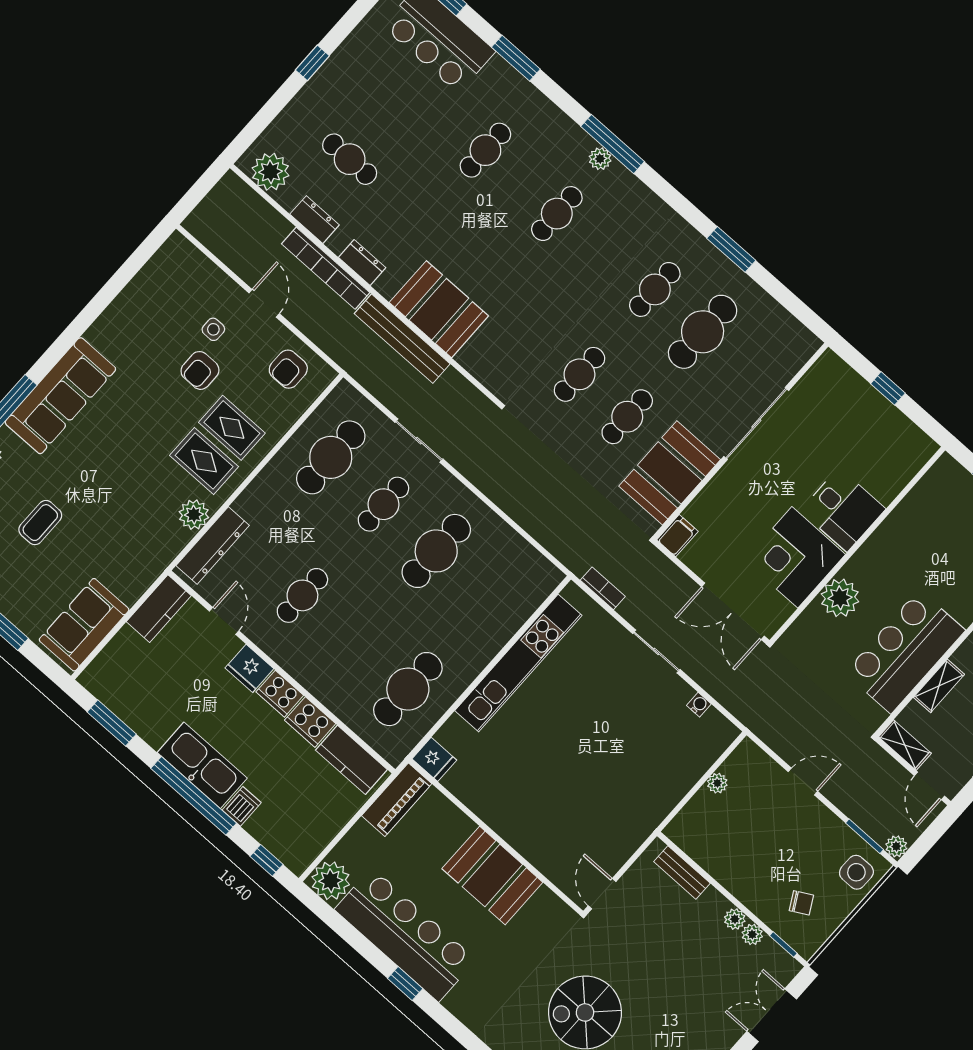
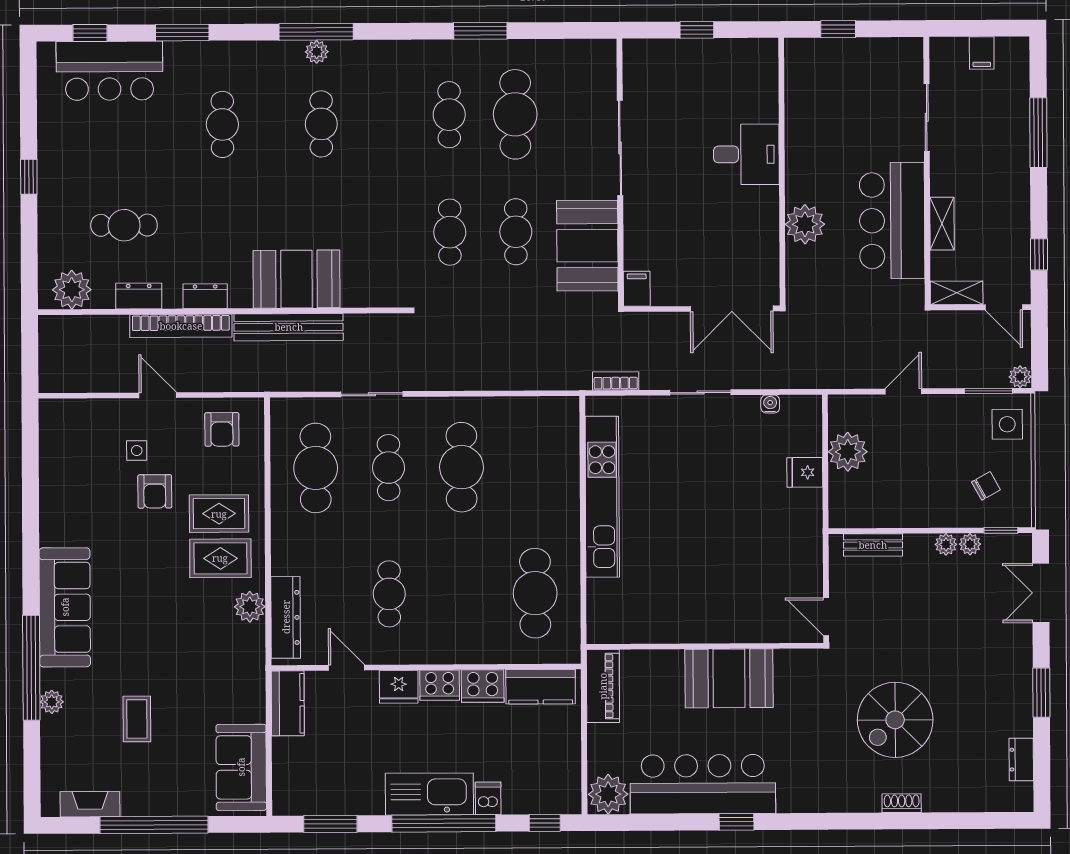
corner desk: (795, 557) -> (742, 224), removed
fridge: (434, 759) -> (805, 472), moved, turned 180
plant: (717, 783) -> (848, 452), width x1.88, depth x1.88

